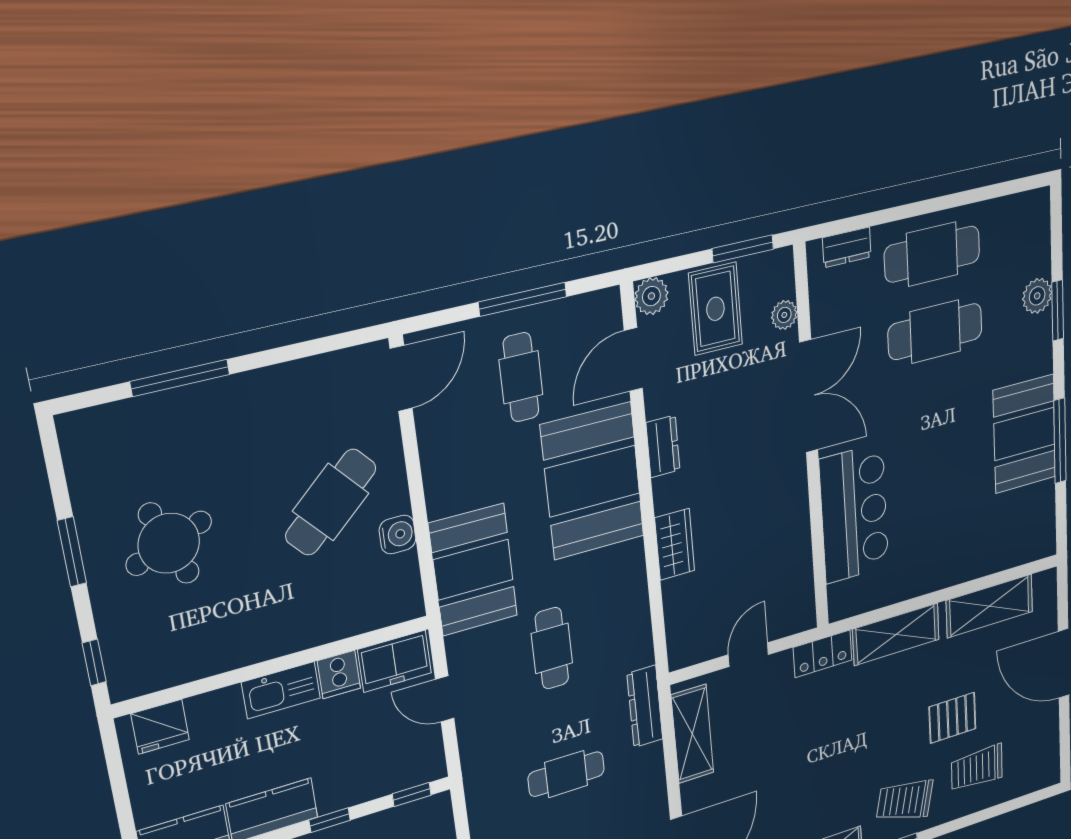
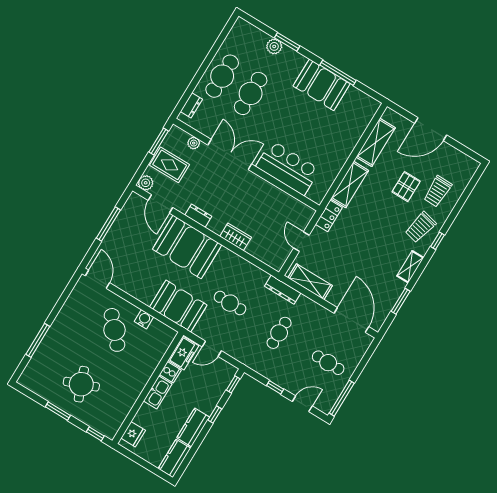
cafe table: (521, 377) -> (132, 243), removed

